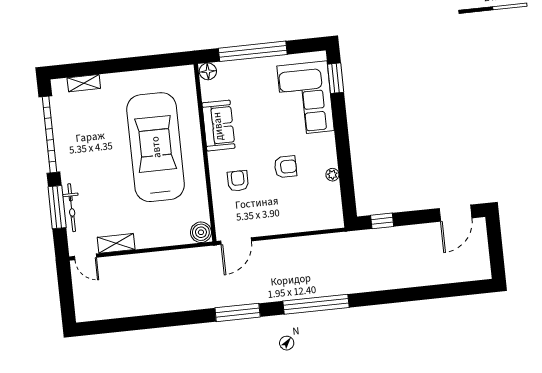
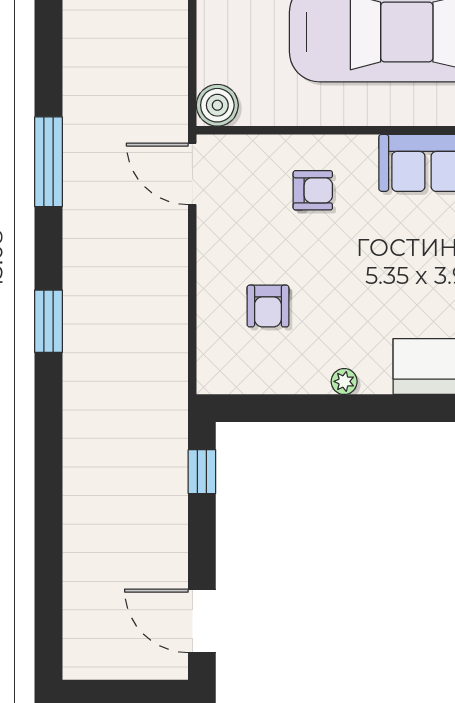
armchair: (286, 167) -> (268, 306), moved
plant: (332, 175) -> (344, 381), moved
window: (316, 304) -> (48, 321), width x0.47

